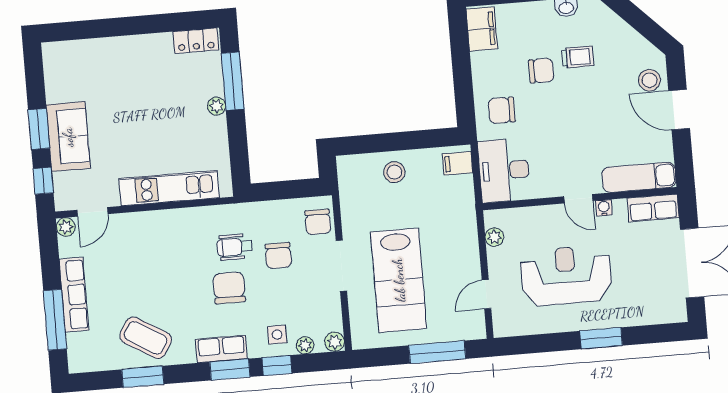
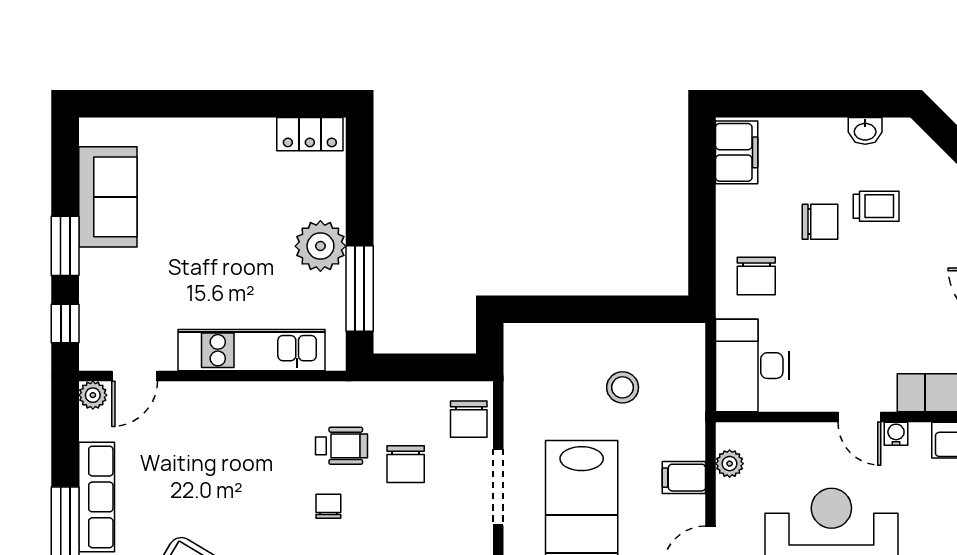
window: (233, 81) -> (360, 288), moved
plant: (217, 106) -> (320, 246), width x1.88, depth x1.88
chair: (502, 110) -> (756, 276), turned -90
sofa: (68, 137) -> (108, 197), moved
filing cabinet: (458, 163) -> (684, 478), moved
stool: (394, 172) -> (623, 387), moved
wheelchair: (235, 247) -> (342, 446), turned 180
chair: (229, 288) -> (328, 506), width x0.54, depth x0.54

